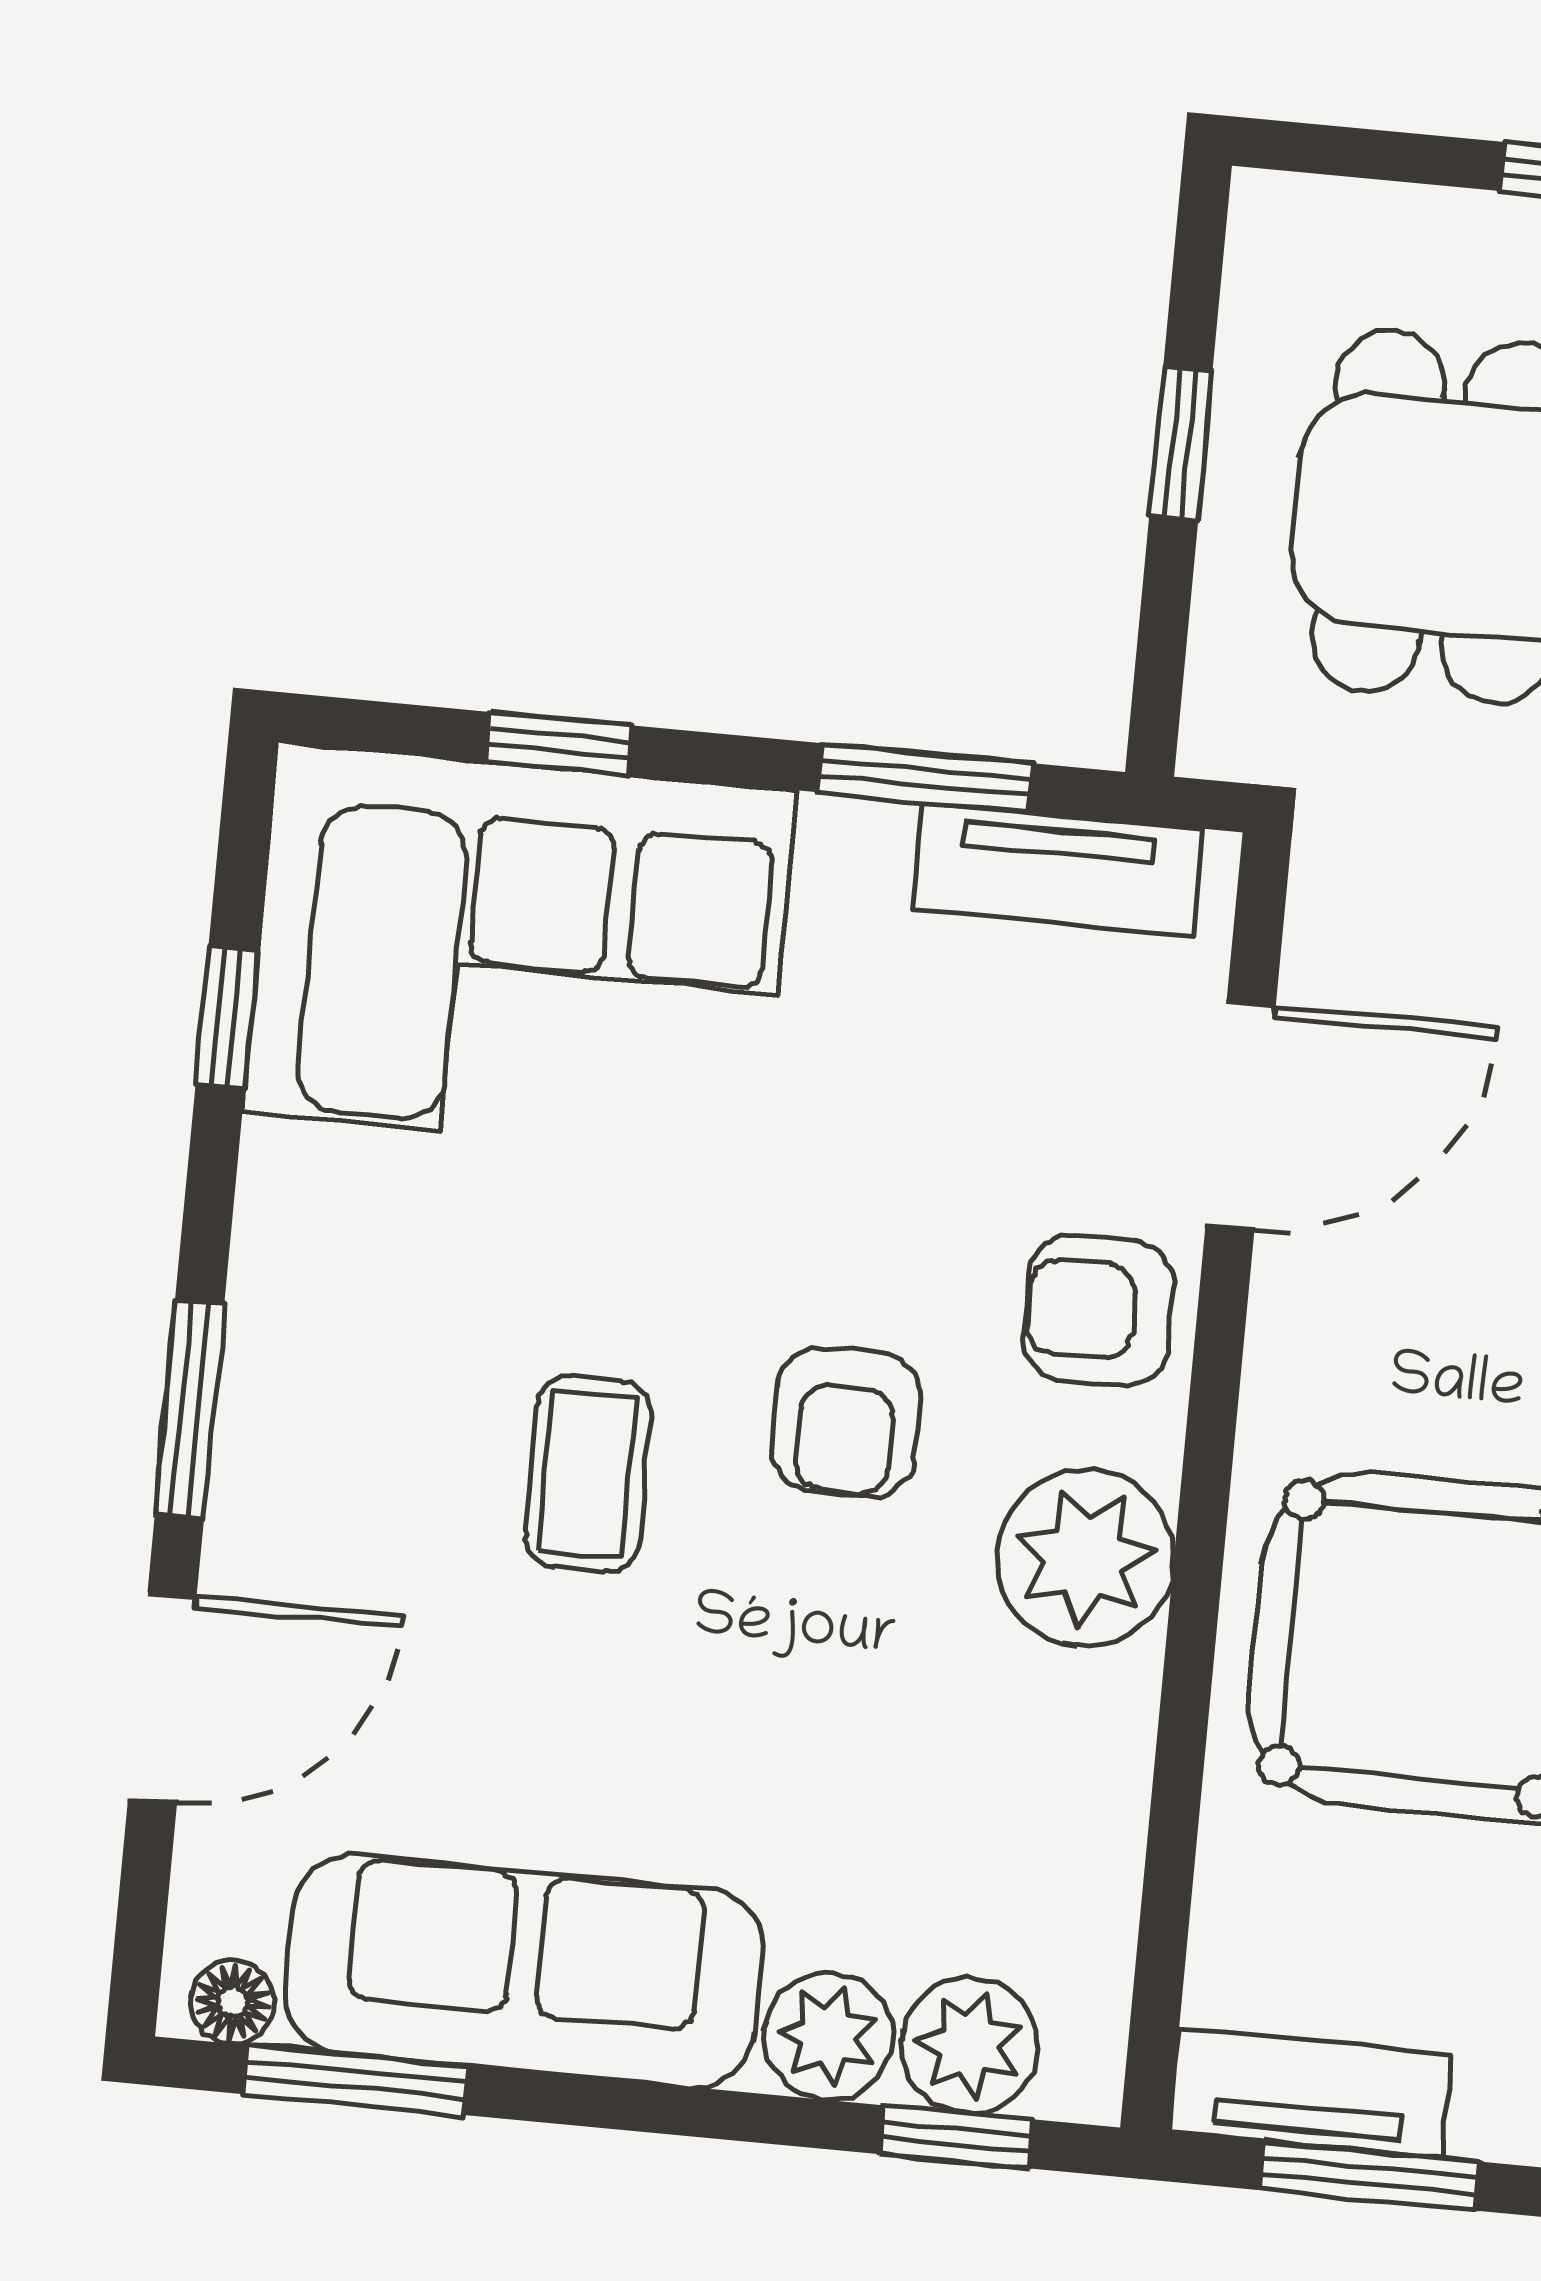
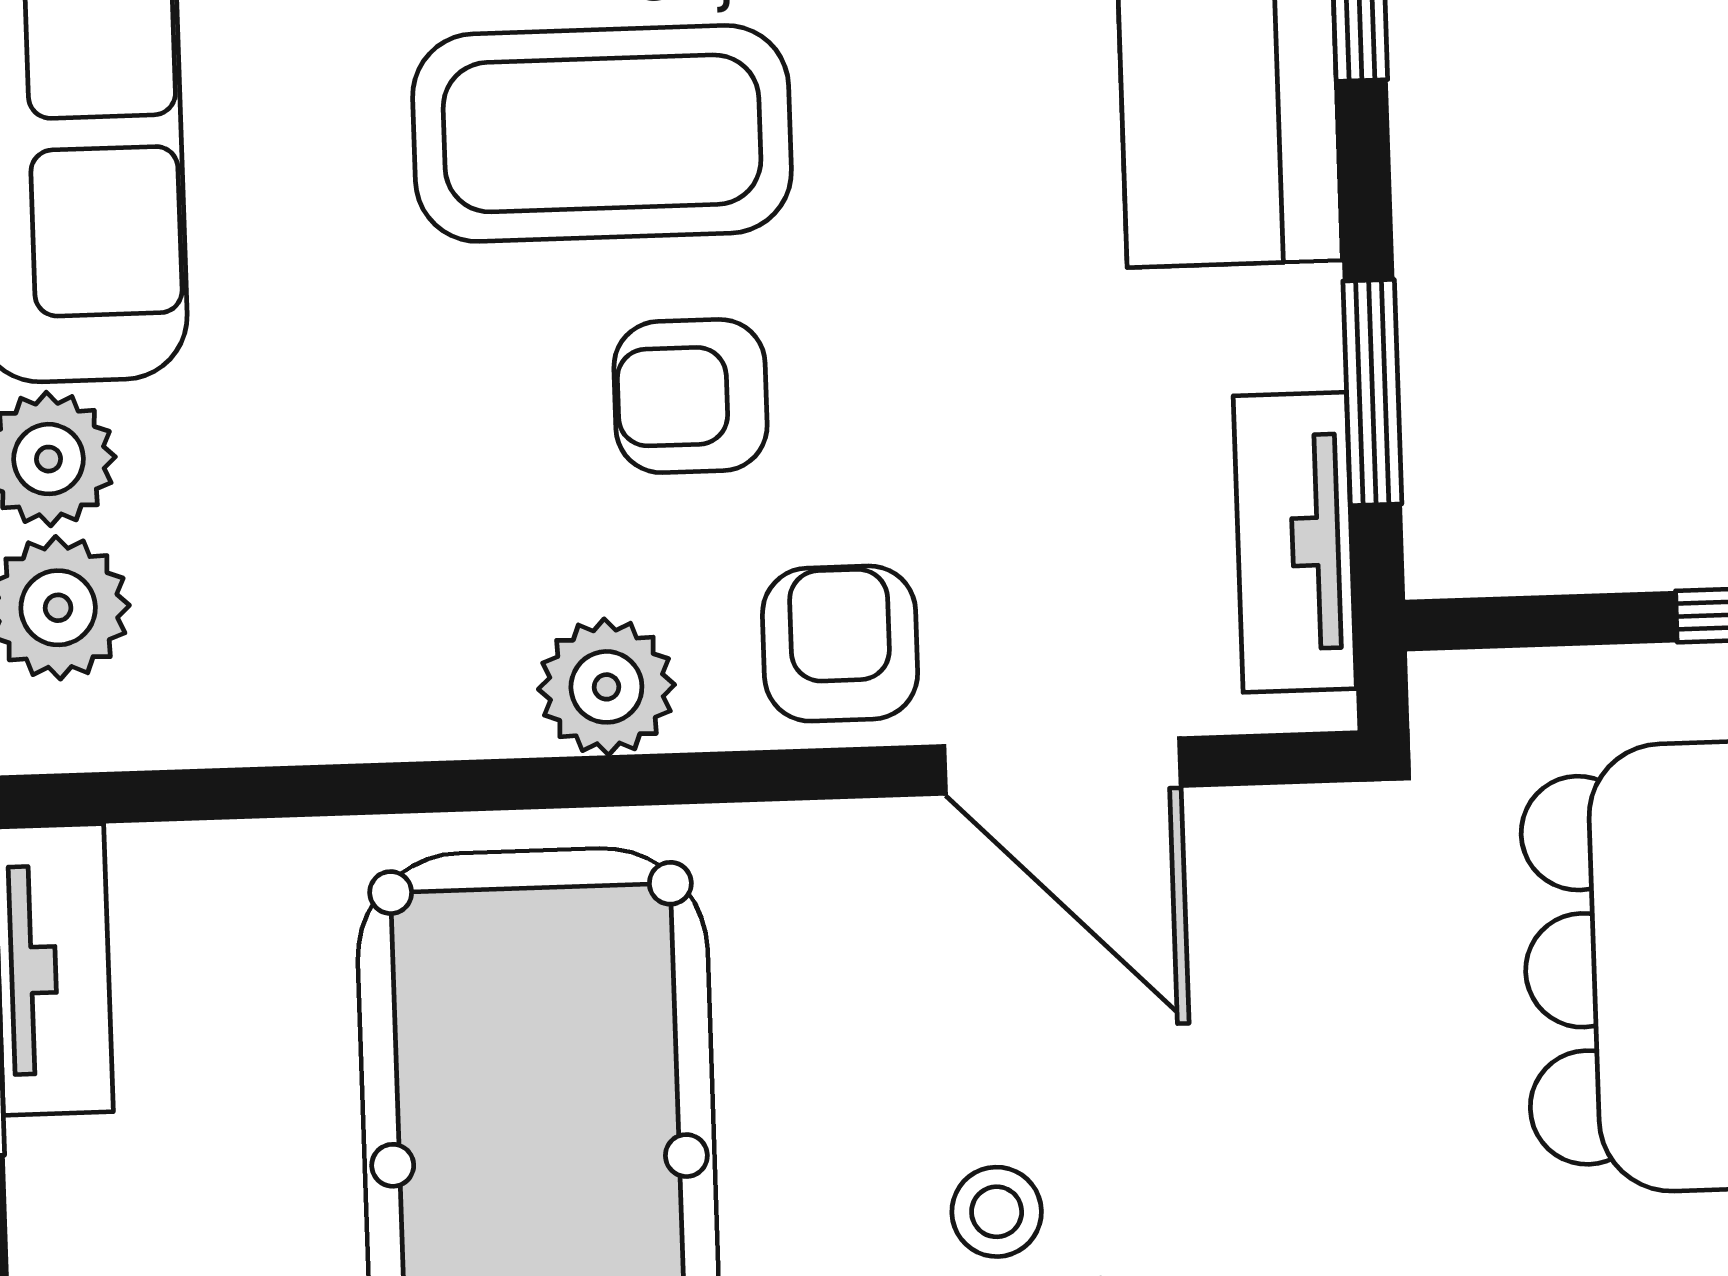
coffee table: (588, 1474) -> (602, 133), width x1.86, depth x1.72
plant: (1085, 1558) -> (606, 687), width x0.73, depth x0.73

